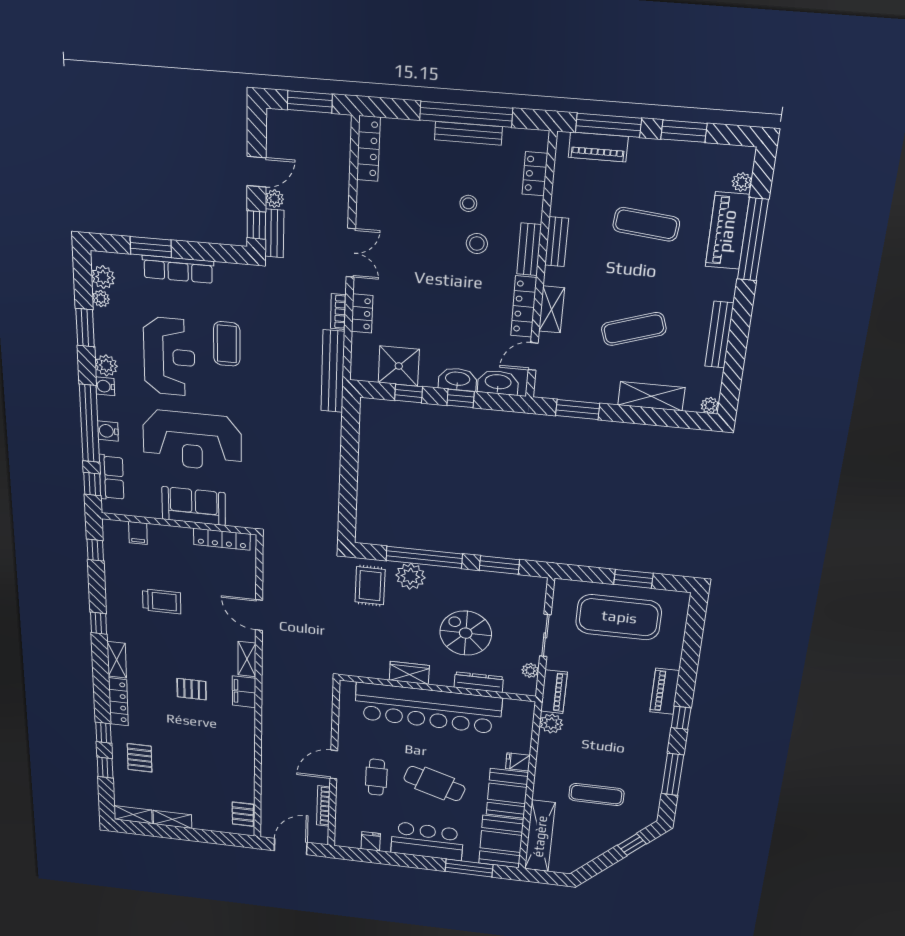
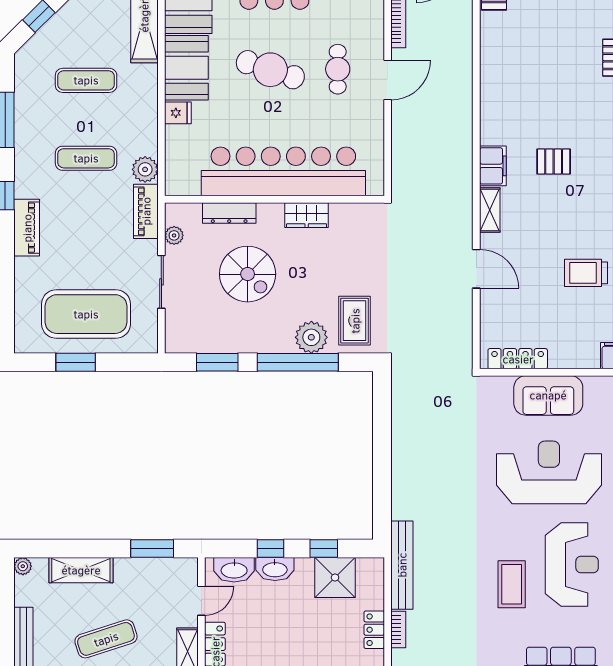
reception desk: (169, 357) -> (572, 564), turned 180
exercise mat: (604, 738) -> (86, 158), added

